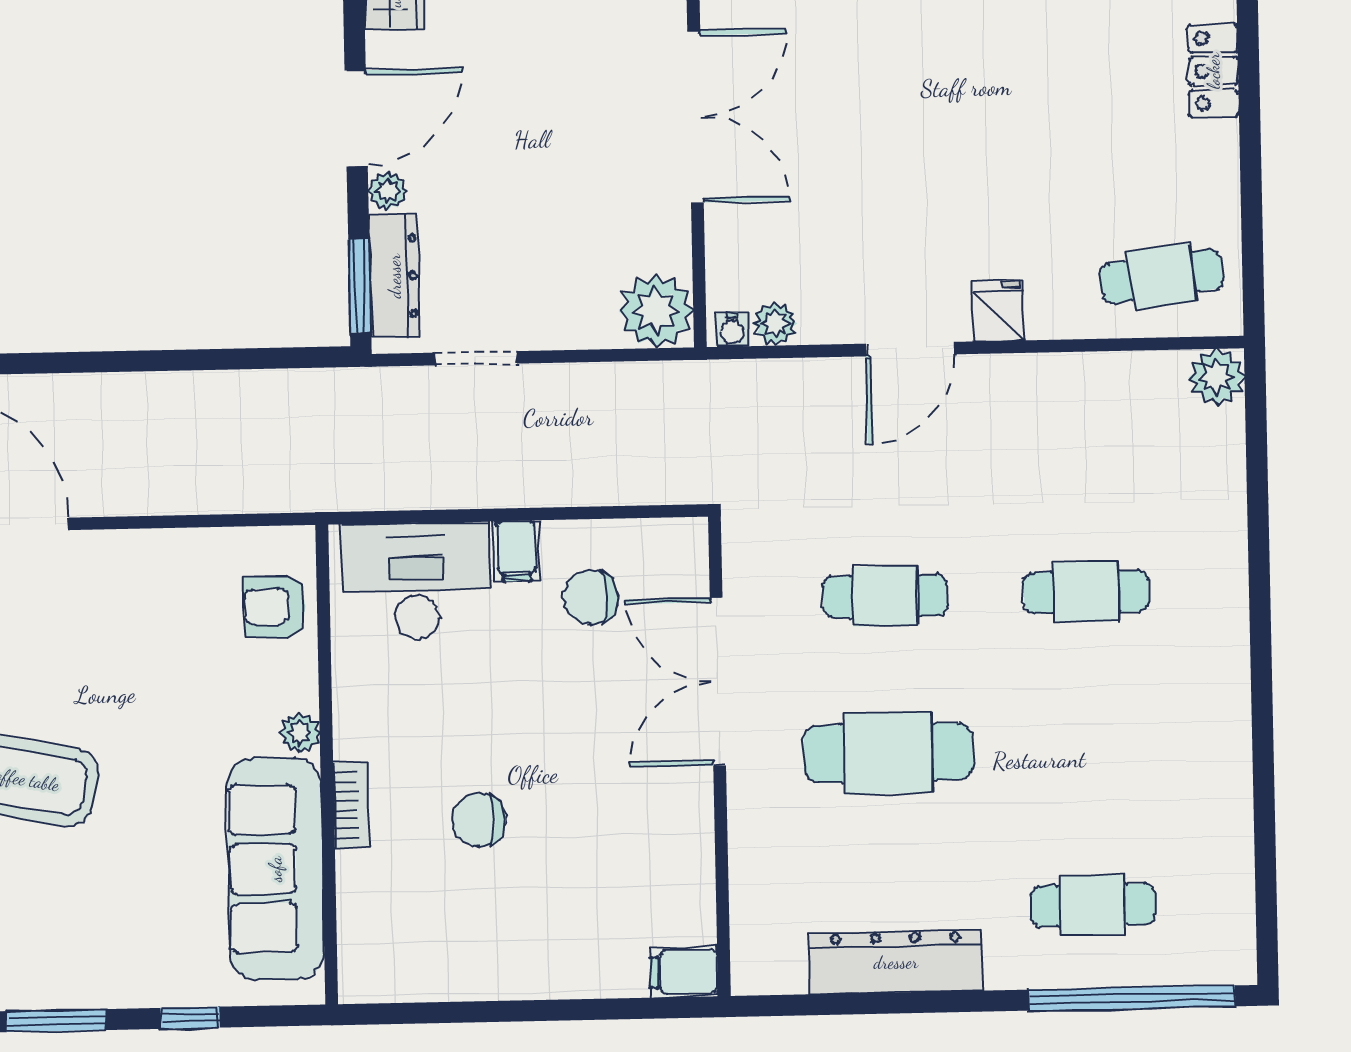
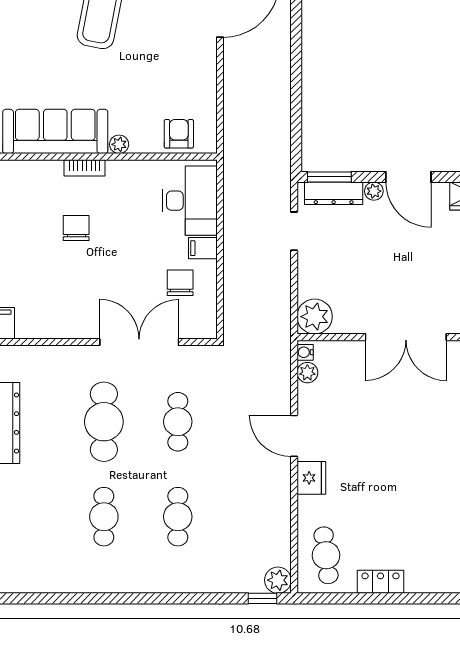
locker: (1213, 71) -> (380, 582), moved
fridge: (998, 311) -> (311, 478), width x1.38
window: (1256, 409) -> (263, 598), added
cafe table: (1093, 905) -> (104, 517), moved

